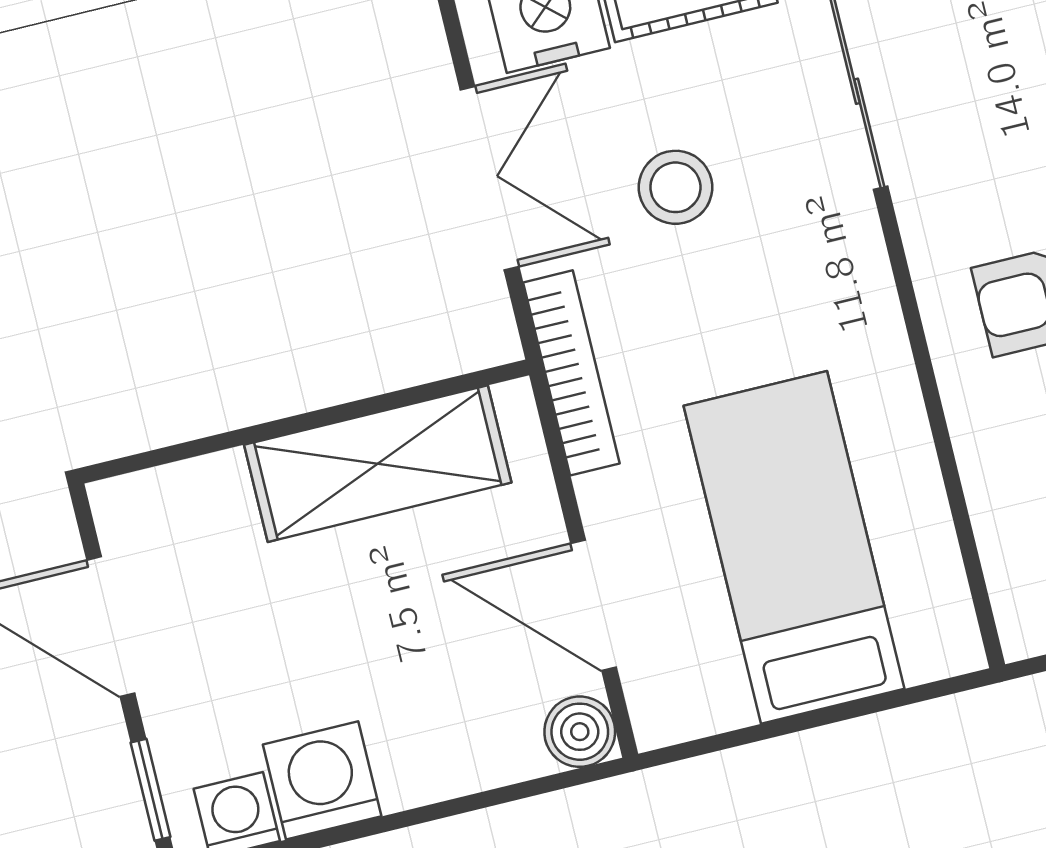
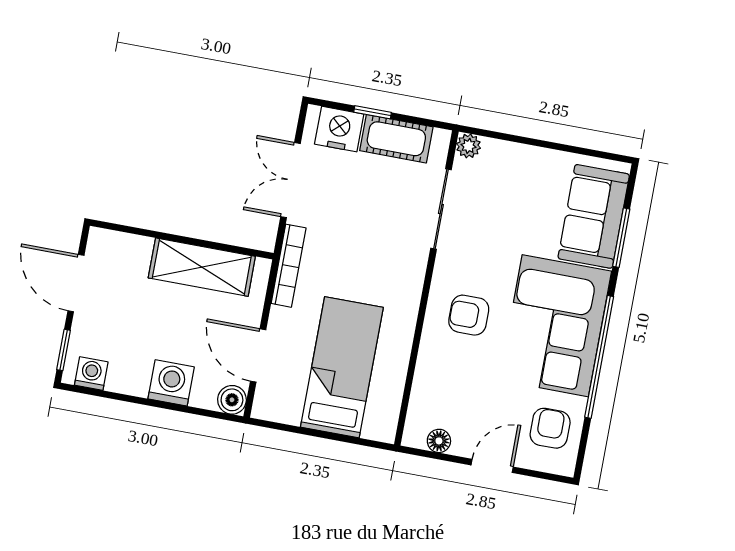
double door: (489, 178) -> (291, 180), swing flipped
stool: (675, 187) -> (358, 214), removed
washing machine: (322, 780) -> (171, 383), moved

